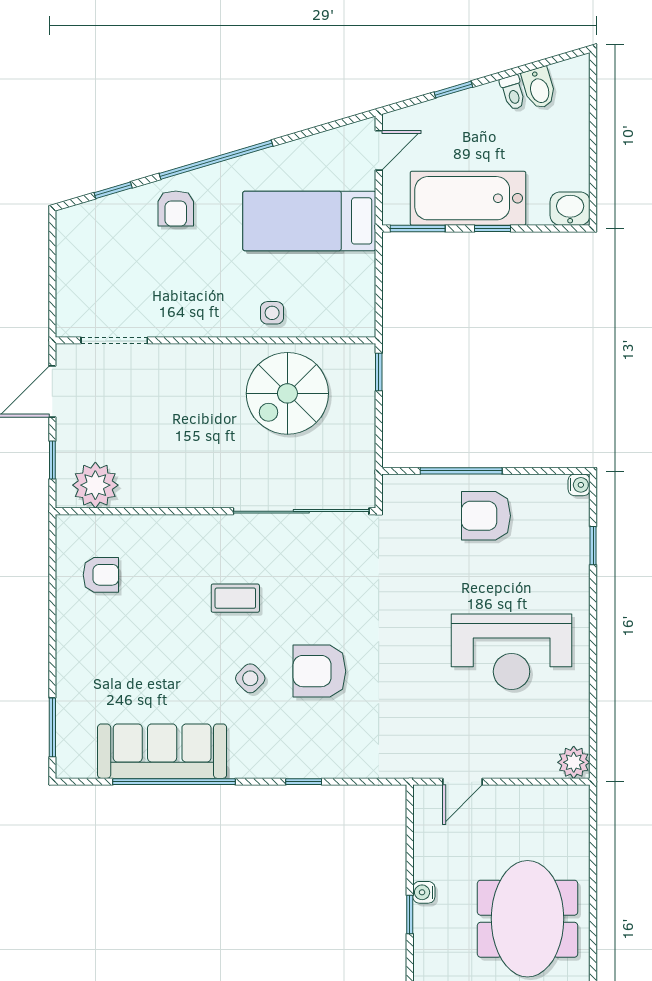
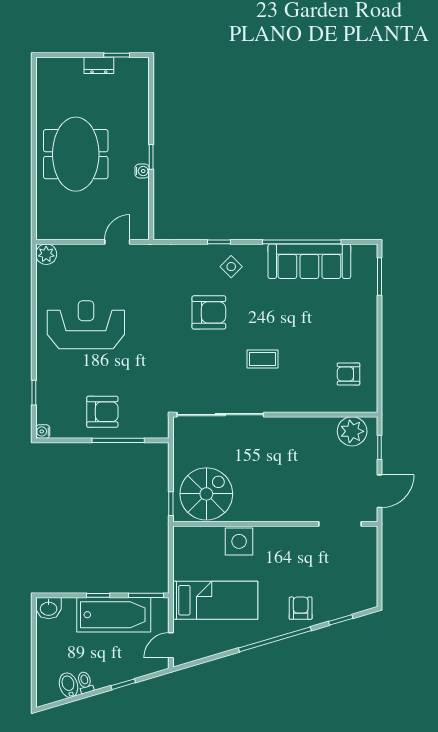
side table: (272, 313) -> (239, 541), width x1.87, depth x1.87
spiral stairs: (287, 393) -> (206, 494), moved
side table: (250, 678) -> (231, 267), moved

